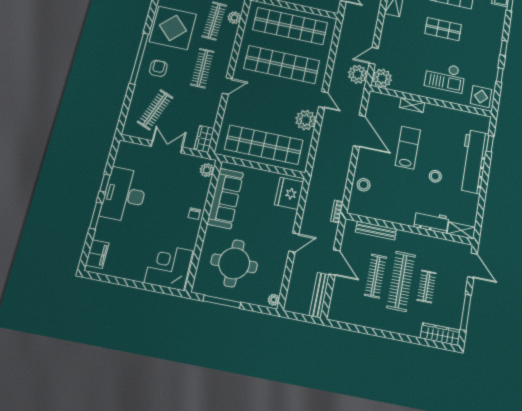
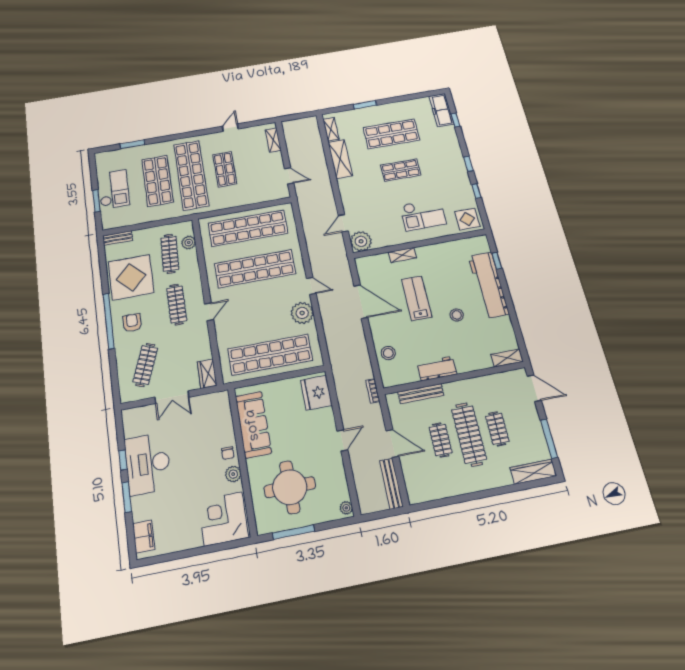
plant: (358, 74) -> (335, 247), removed
double door: (167, 147) -> (172, 397), swing flipped
plant: (207, 170) -> (233, 474), moved
workbench: (431, 222) -> (437, 369), moved
clothes rail: (375, 276) -> (441, 440), width x0.73

